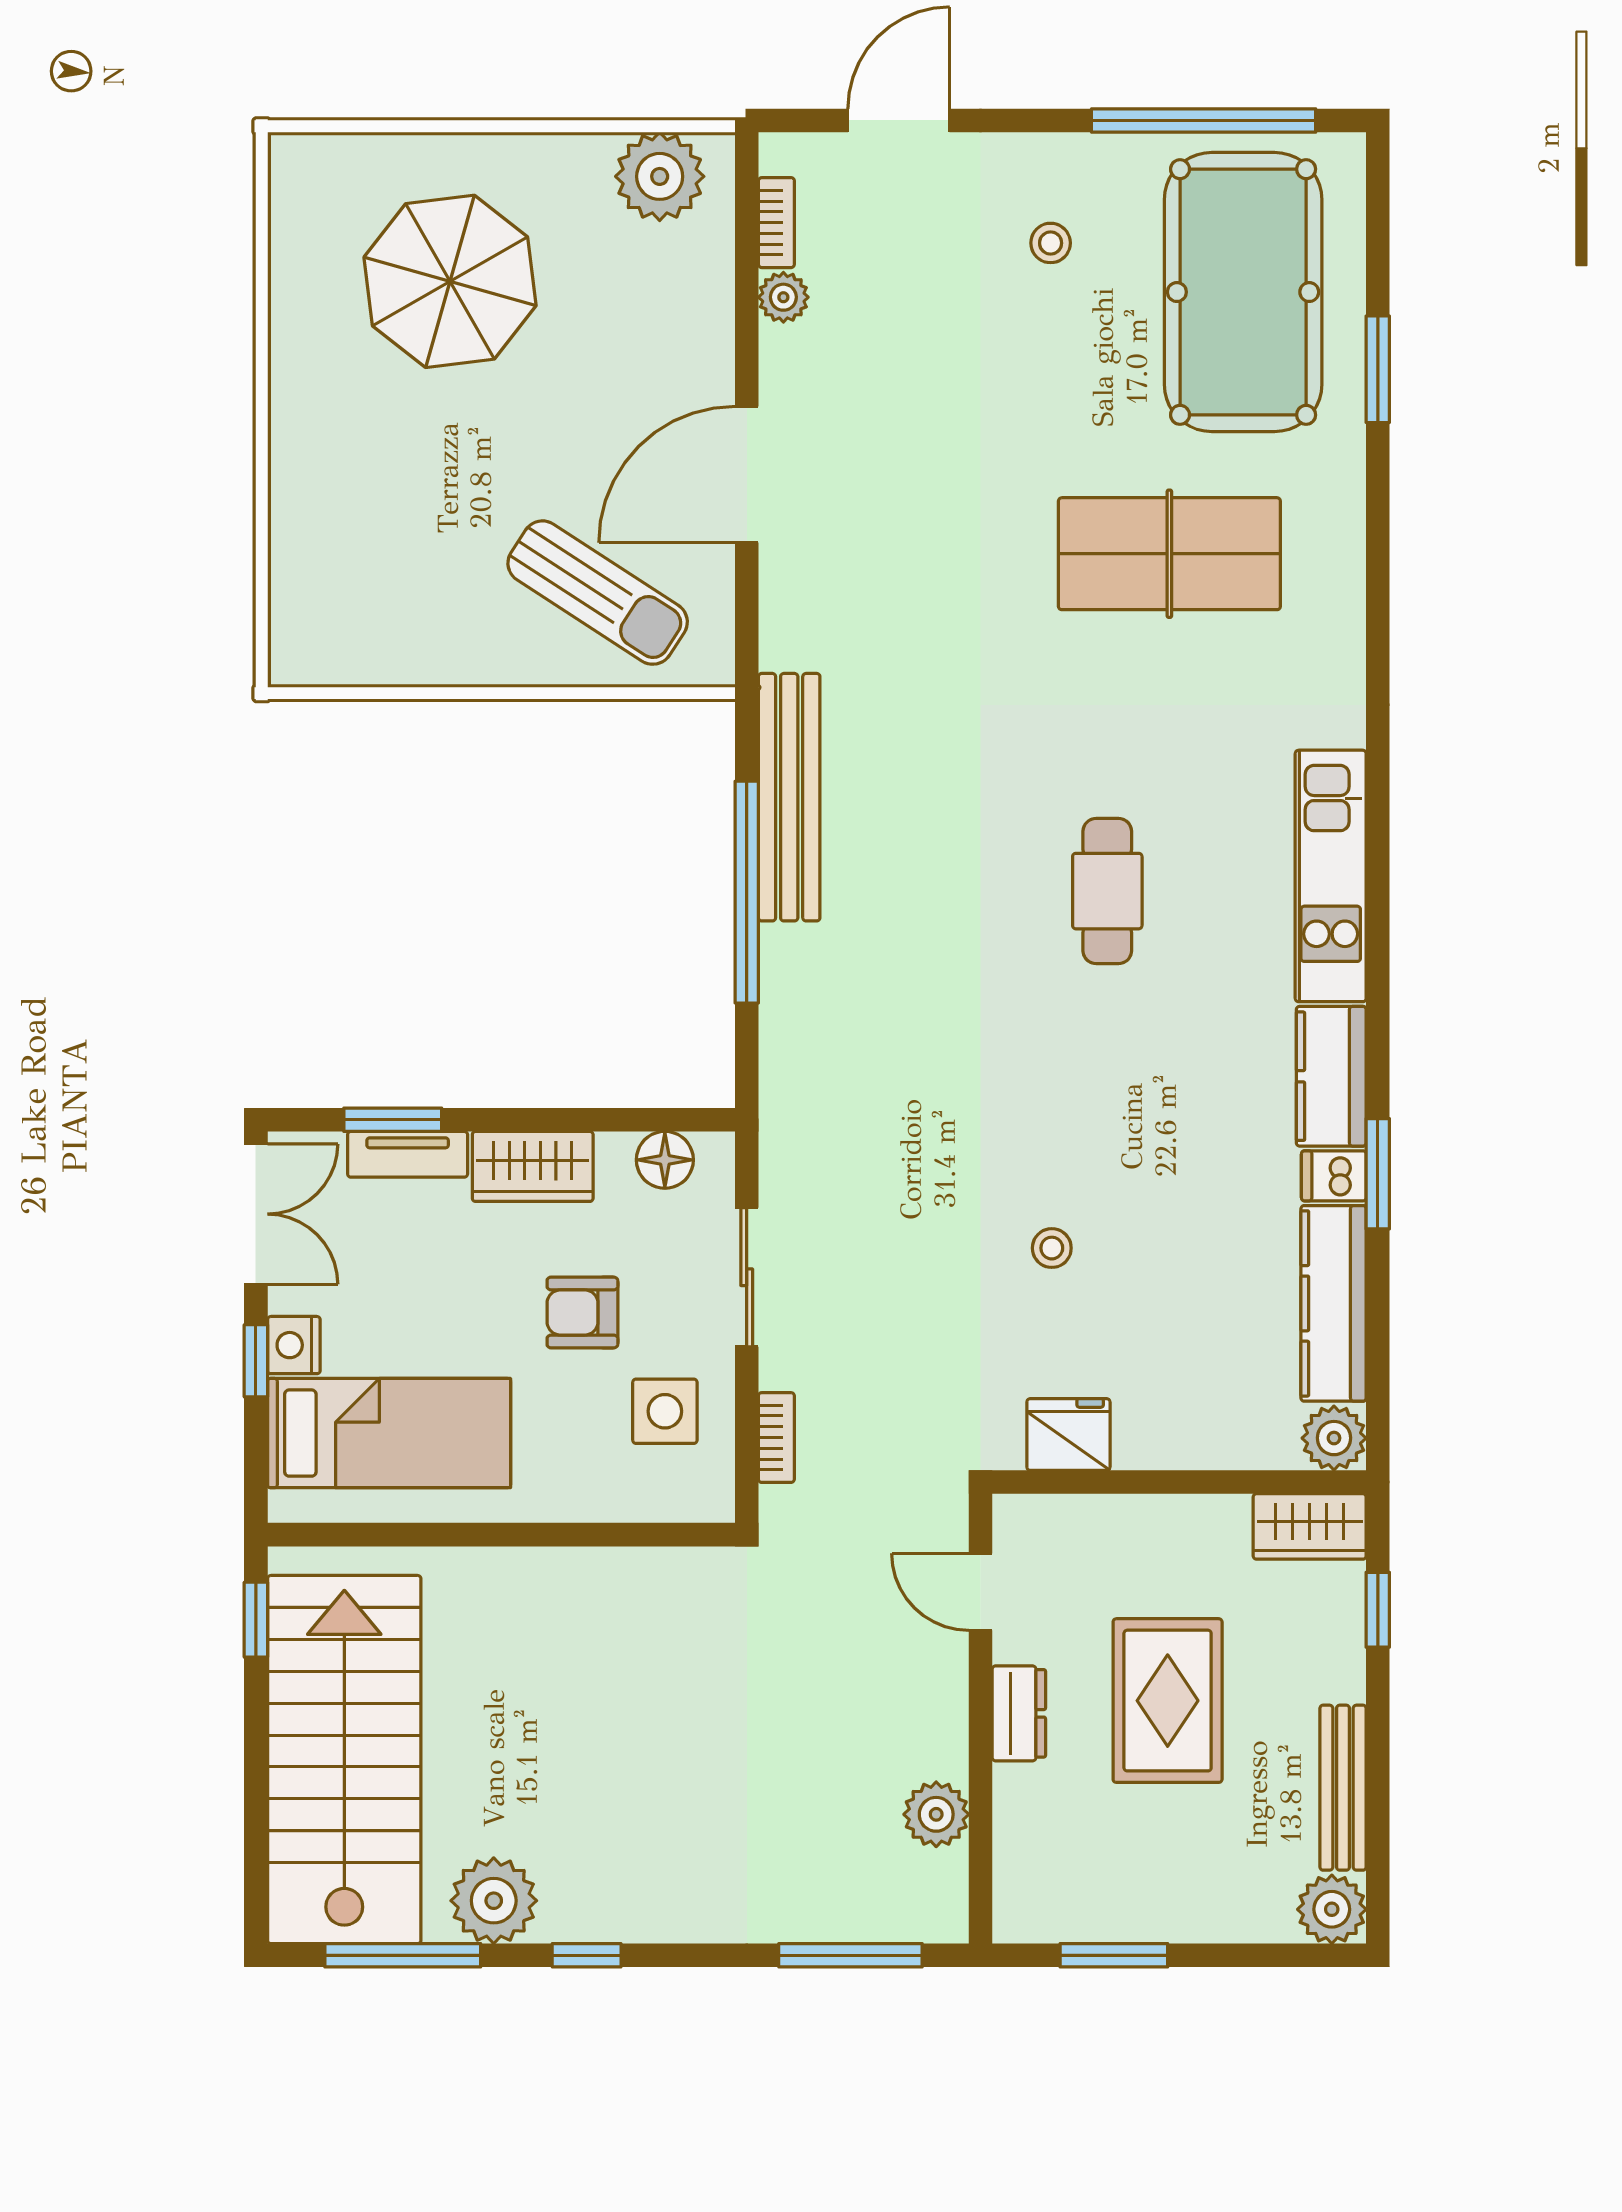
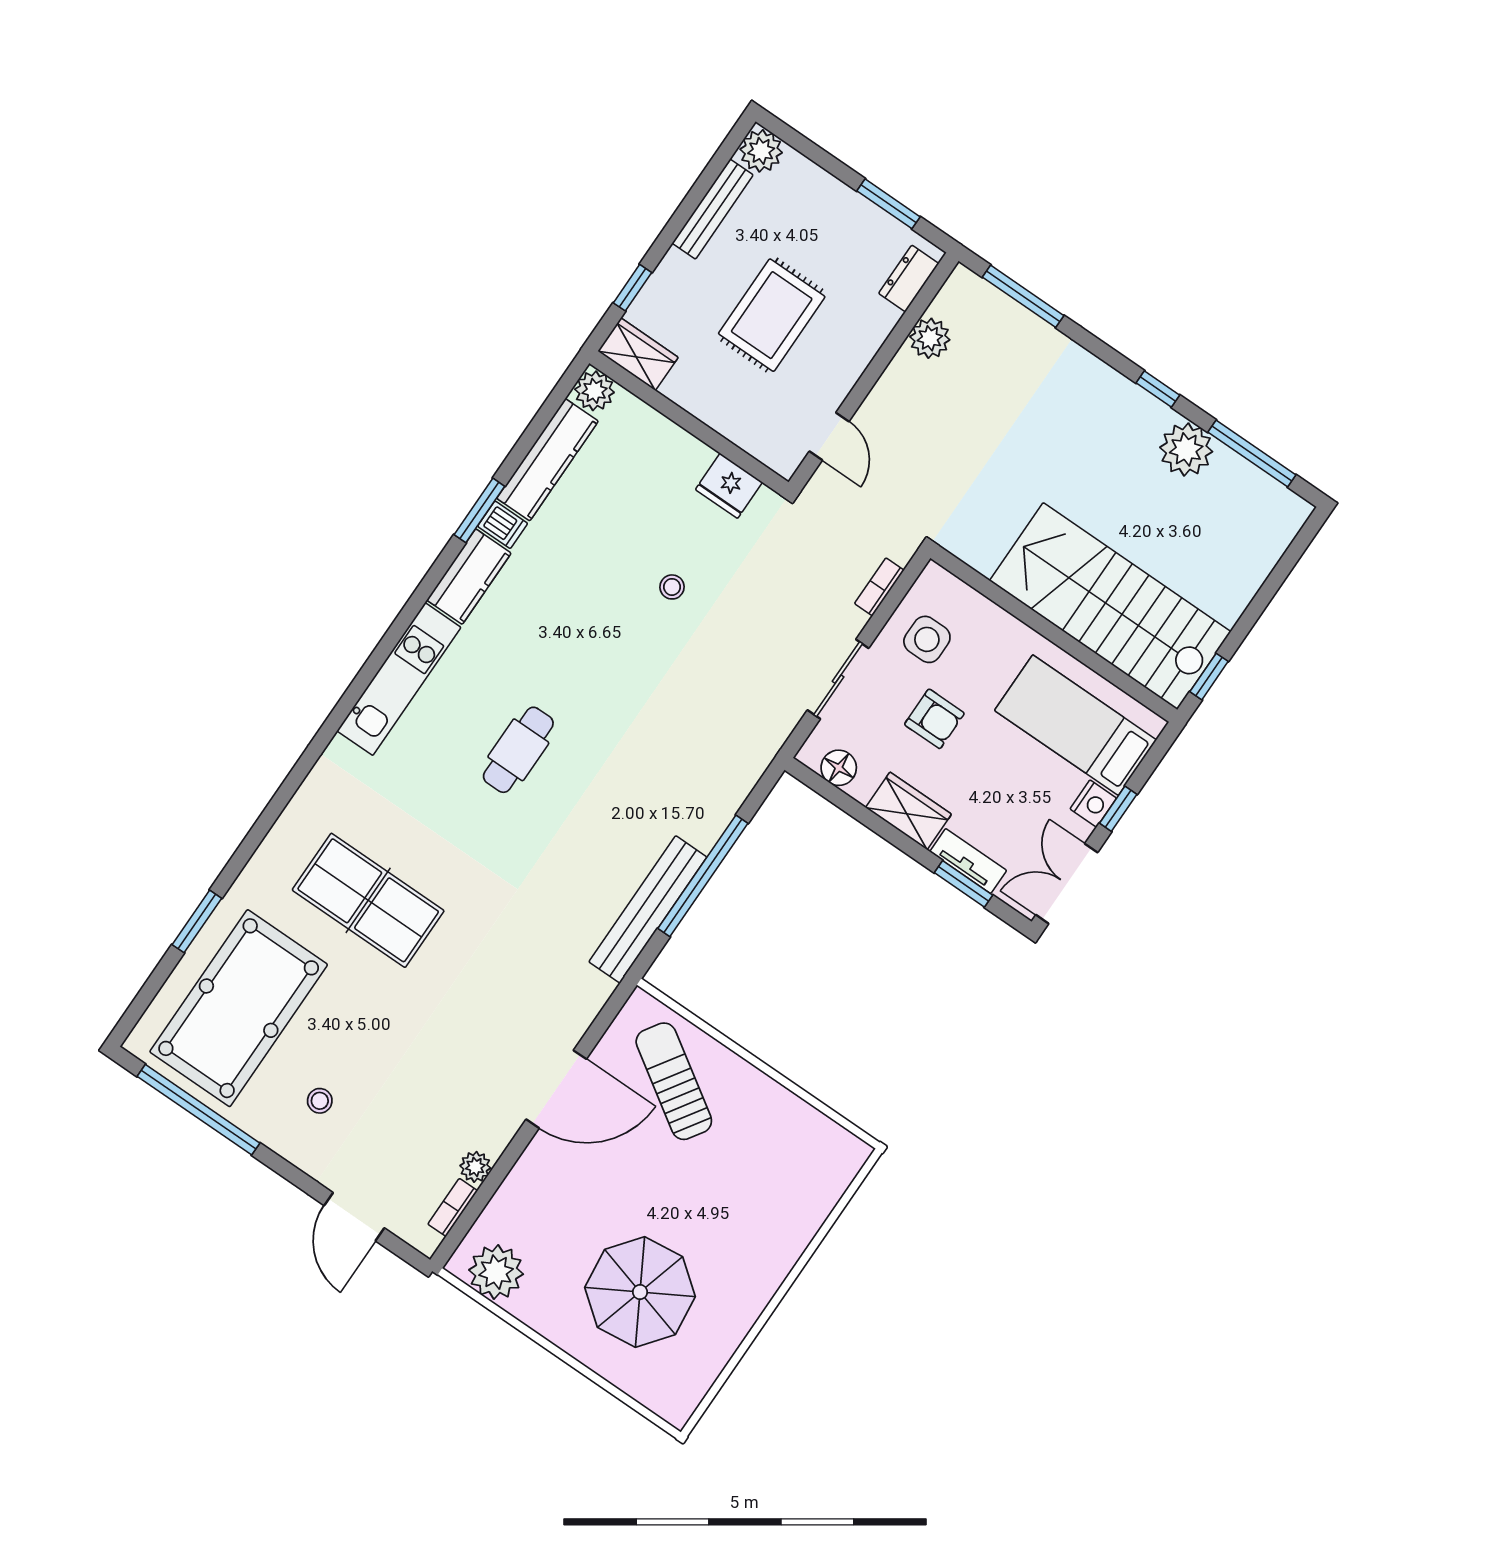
door: (899, 120) -> (354, 1217), hinge flipped
dresser: (1019, 1713) -> (909, 279), moved
stairs: (344, 1760) -> (1110, 606), moved, turned 90

